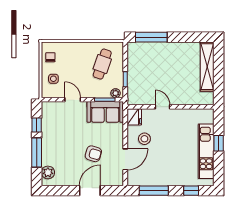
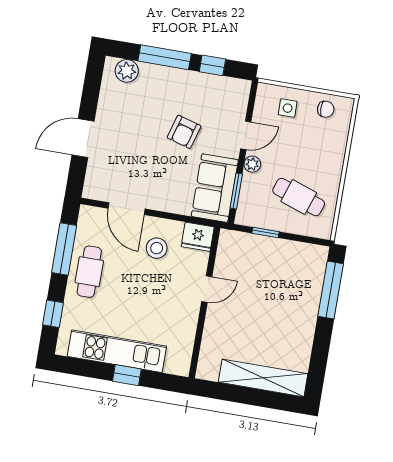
plant: (116, 93) -> (252, 164), moved
armchair: (93, 154) -> (184, 132), moved
cafe table: (164, 174) -> (89, 272), added
door: (90, 191) -> (83, 138), swing flipped

